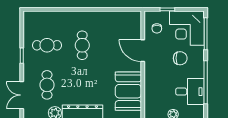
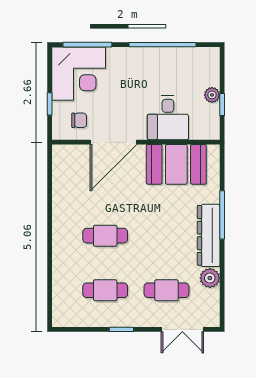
cafe table: (47, 45) -> (105, 290), turned 90
door: (143, 51) -> (113, 142), width x1.36
chair: (180, 58) -> (125, 84), removed
desk: (190, 92) -> (168, 118), moved, turned 180

